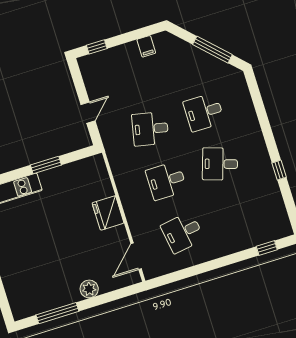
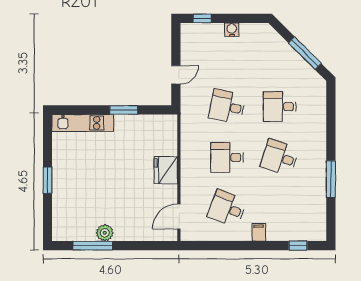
filing cabinet: (146, 46) -> (259, 232), moved, turned 180
water cooler: (131, 49) -> (232, 30), added
window: (279, 170) -> (331, 179), width x2.17
desk: (183, 232) -> (227, 208), turned 30
plant: (89, 289) -> (105, 233), moved

